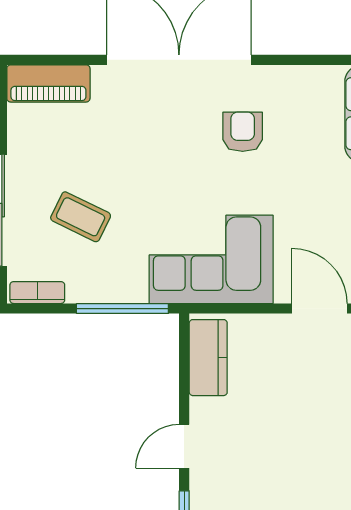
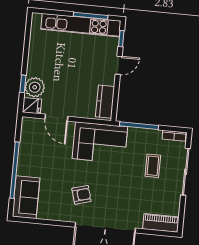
armchair: (243, 132) -> (81, 195), turned -106
coffee table: (81, 217) -> (153, 166), turned 64

